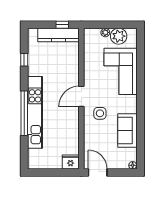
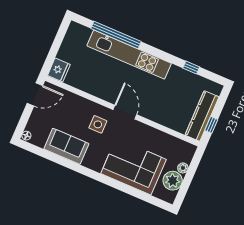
window: (24, 113) -> (116, 35), moved

